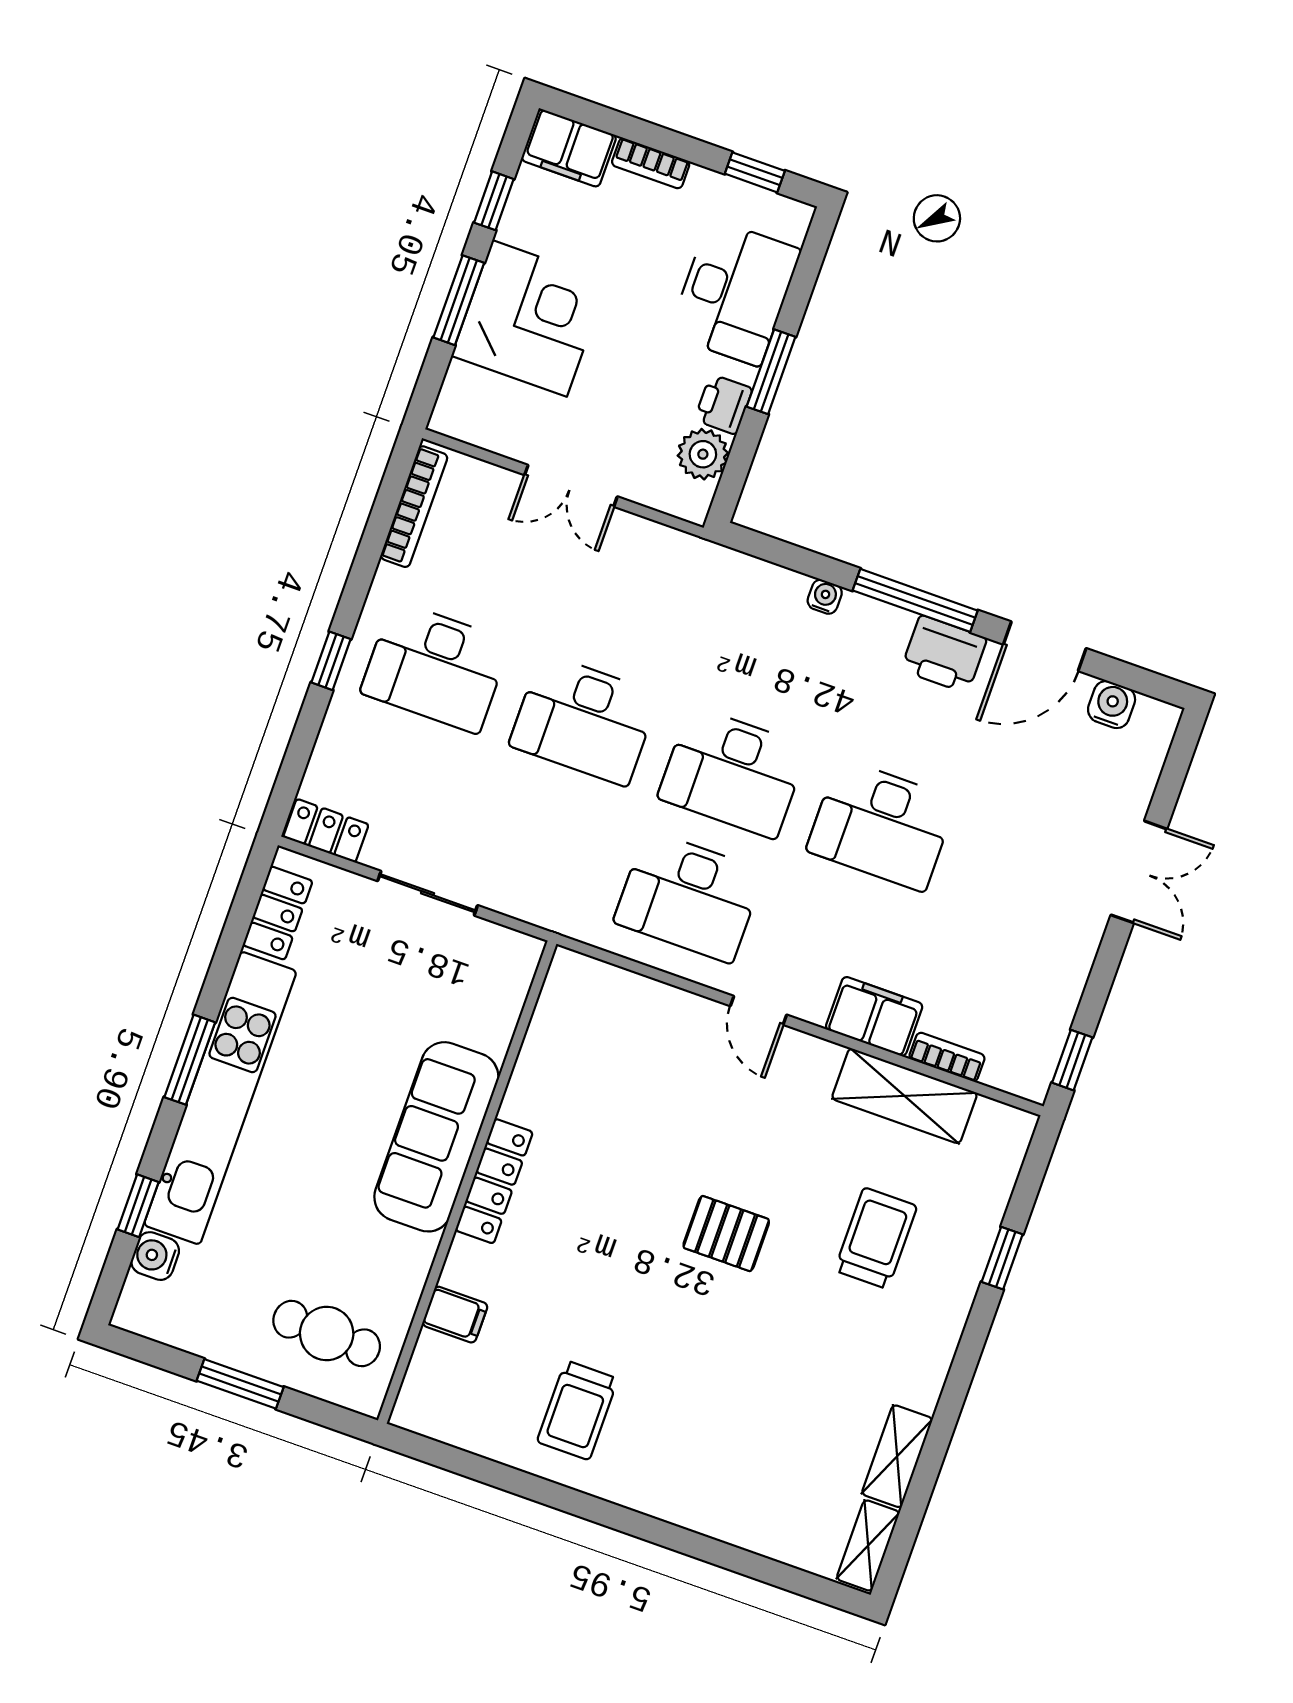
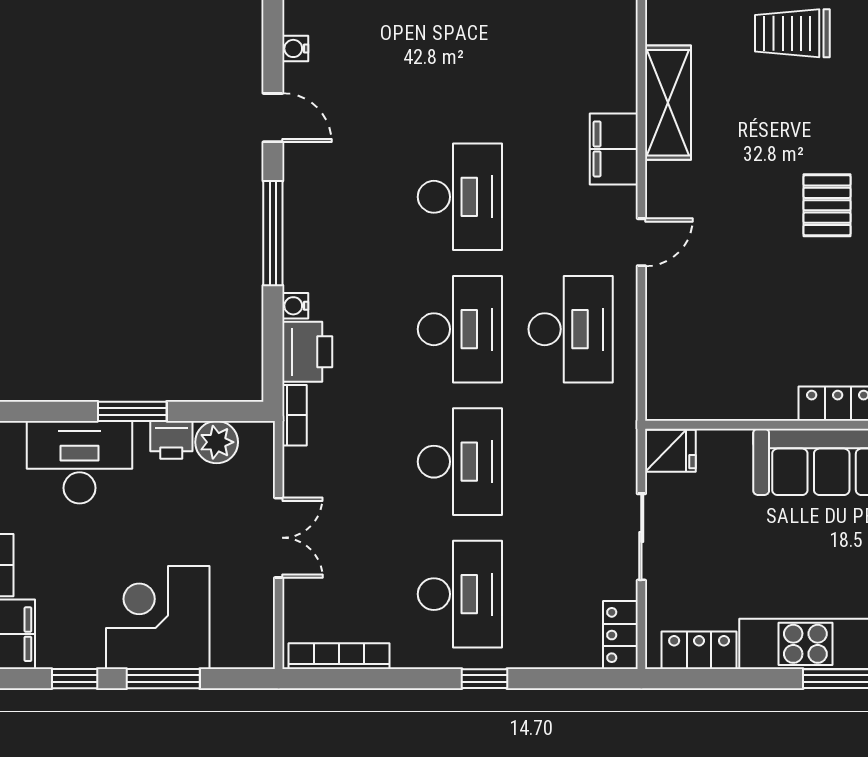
door: (1045, 646) -> (273, 118), width x0.73
printer: (944, 654) -> (307, 352), moved
water cooler: (1112, 705) -> (295, 48), width x0.72, depth x0.72
fridge: (513, 960) -> (670, 451), added
bookcase: (947, 1057) -> (295, 415), moved, turned 180
trolley: (876, 1238) -> (792, 33), moved

